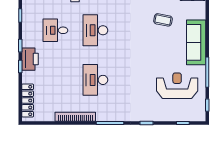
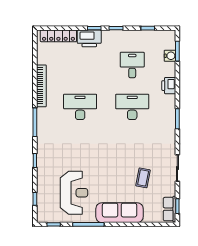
printer: (30, 59) -> (89, 38), moved

